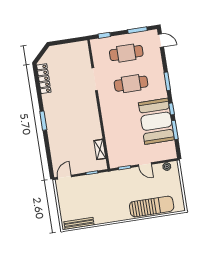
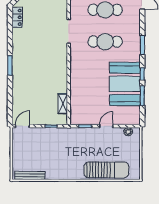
locker: (44, 79) -> (17, 17), width x0.66
door: (145, 164) -> (106, 126), swing flipped

